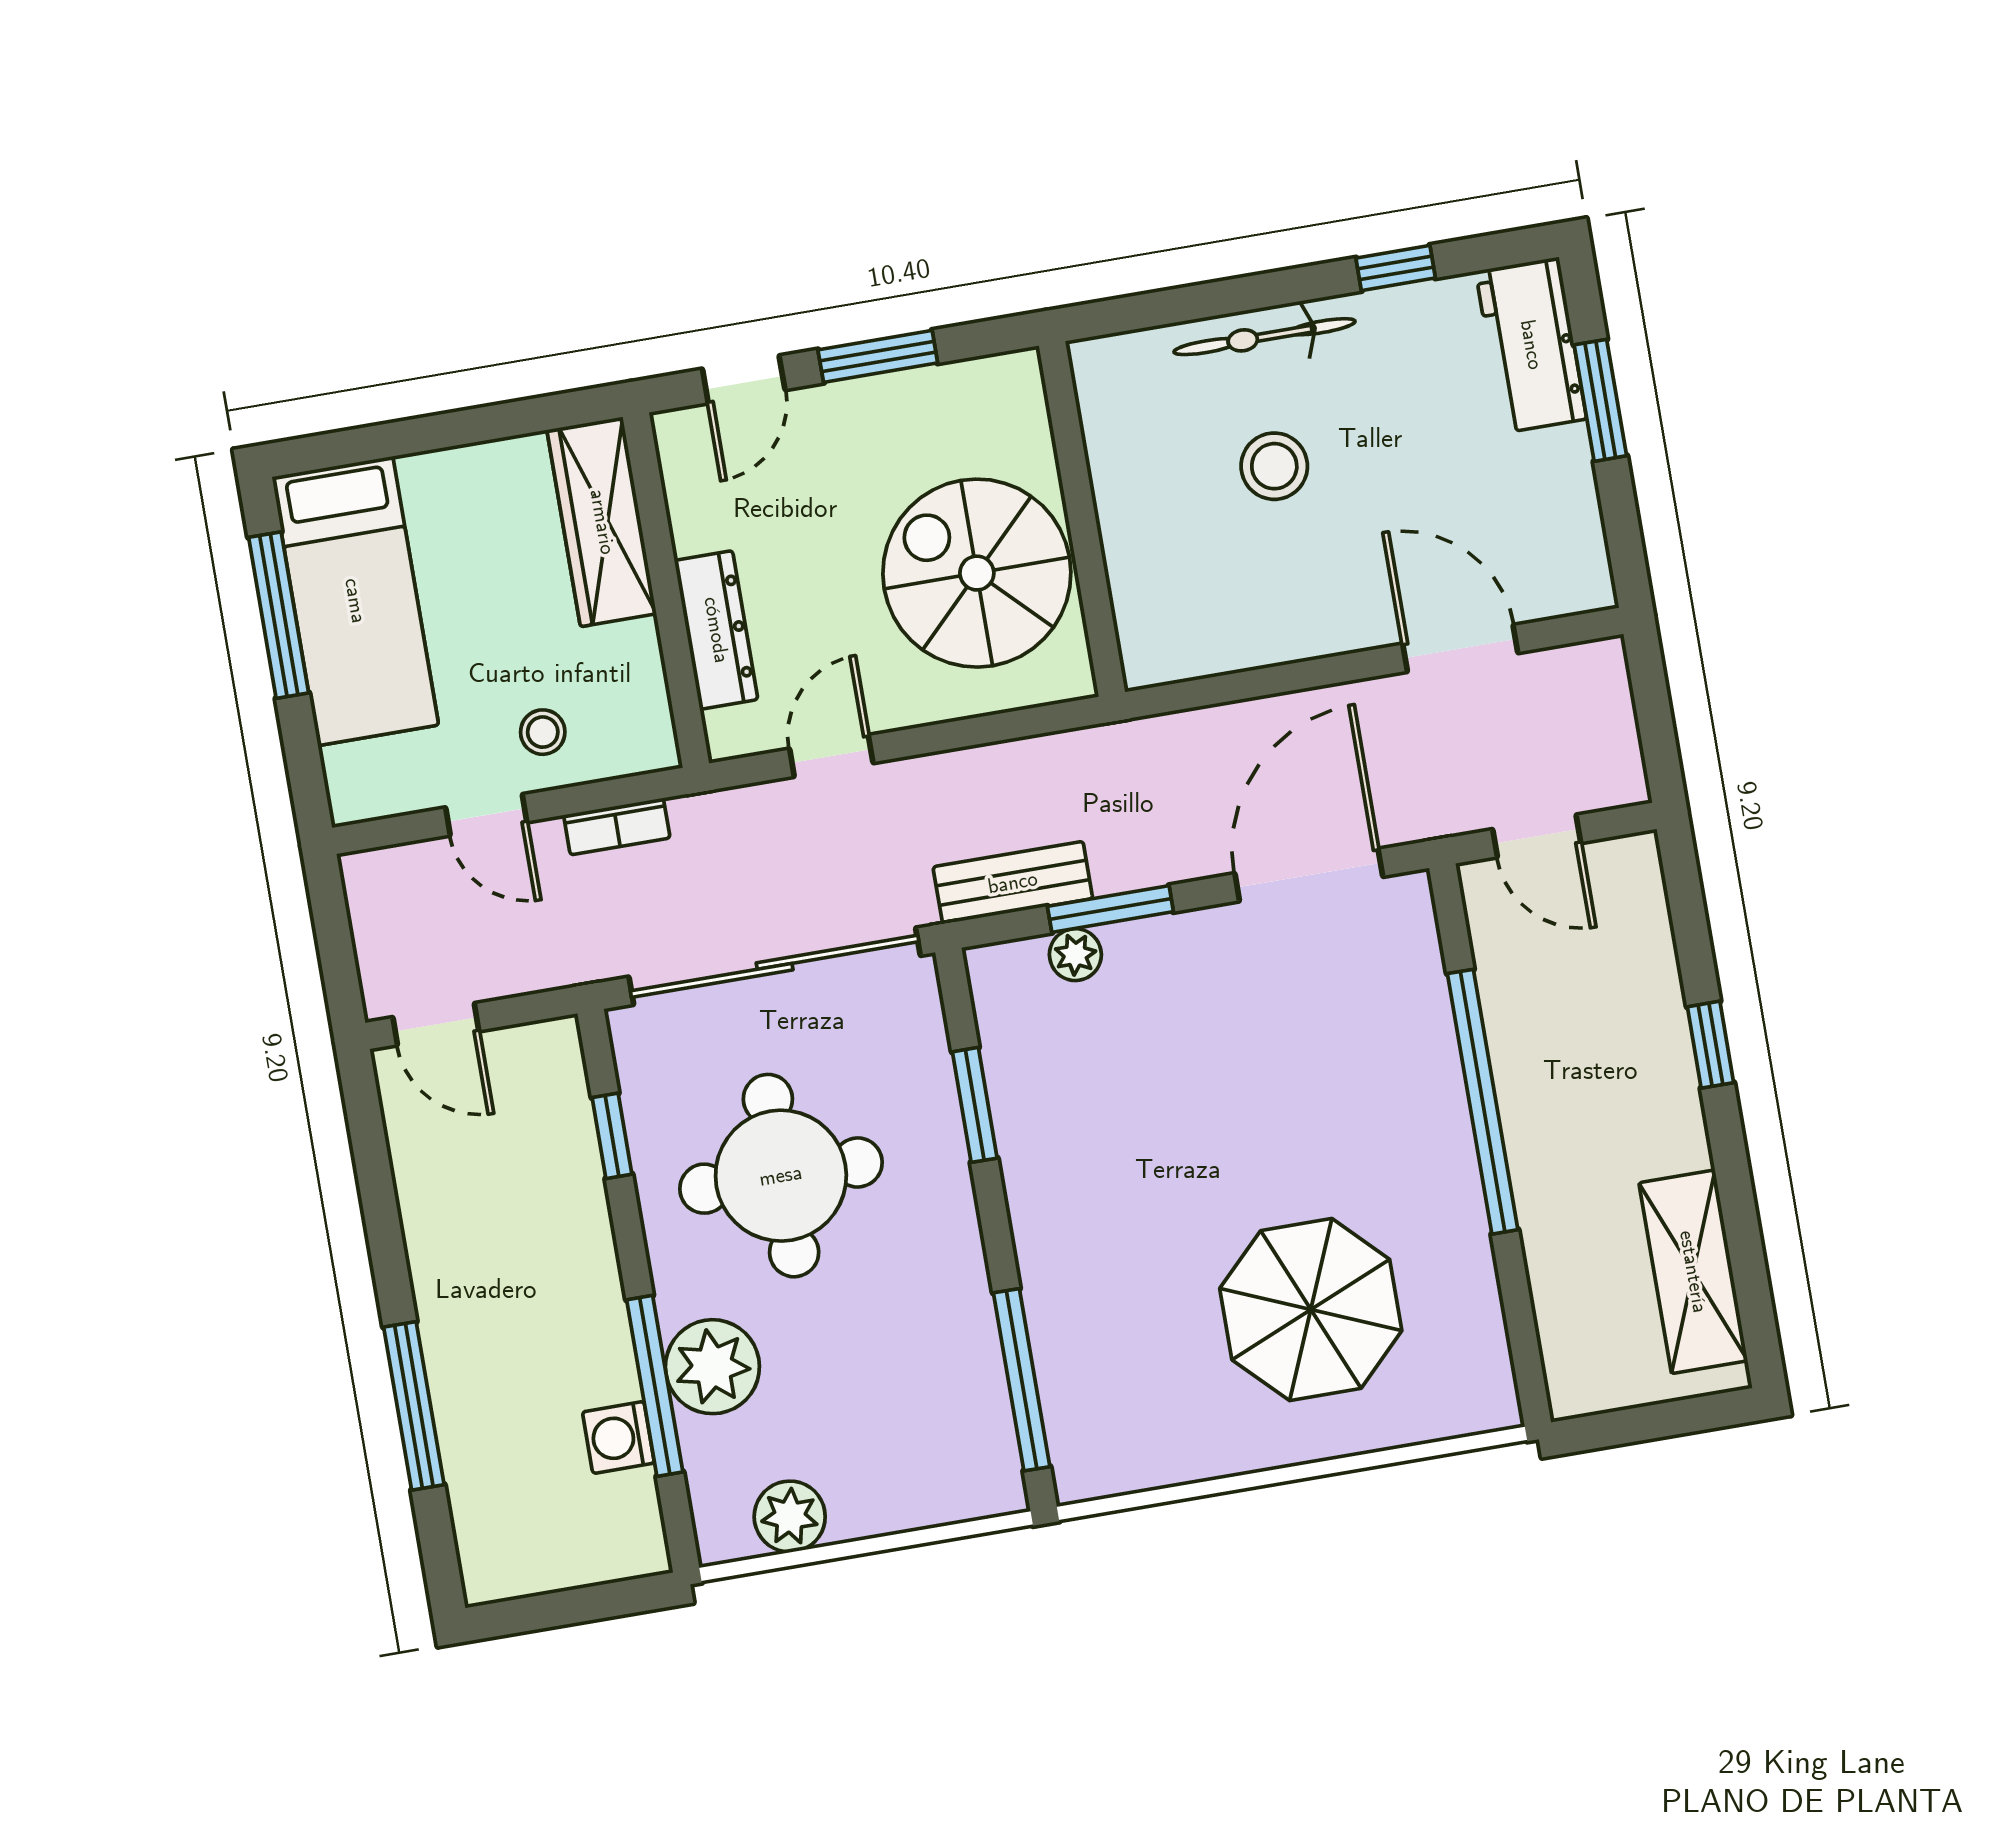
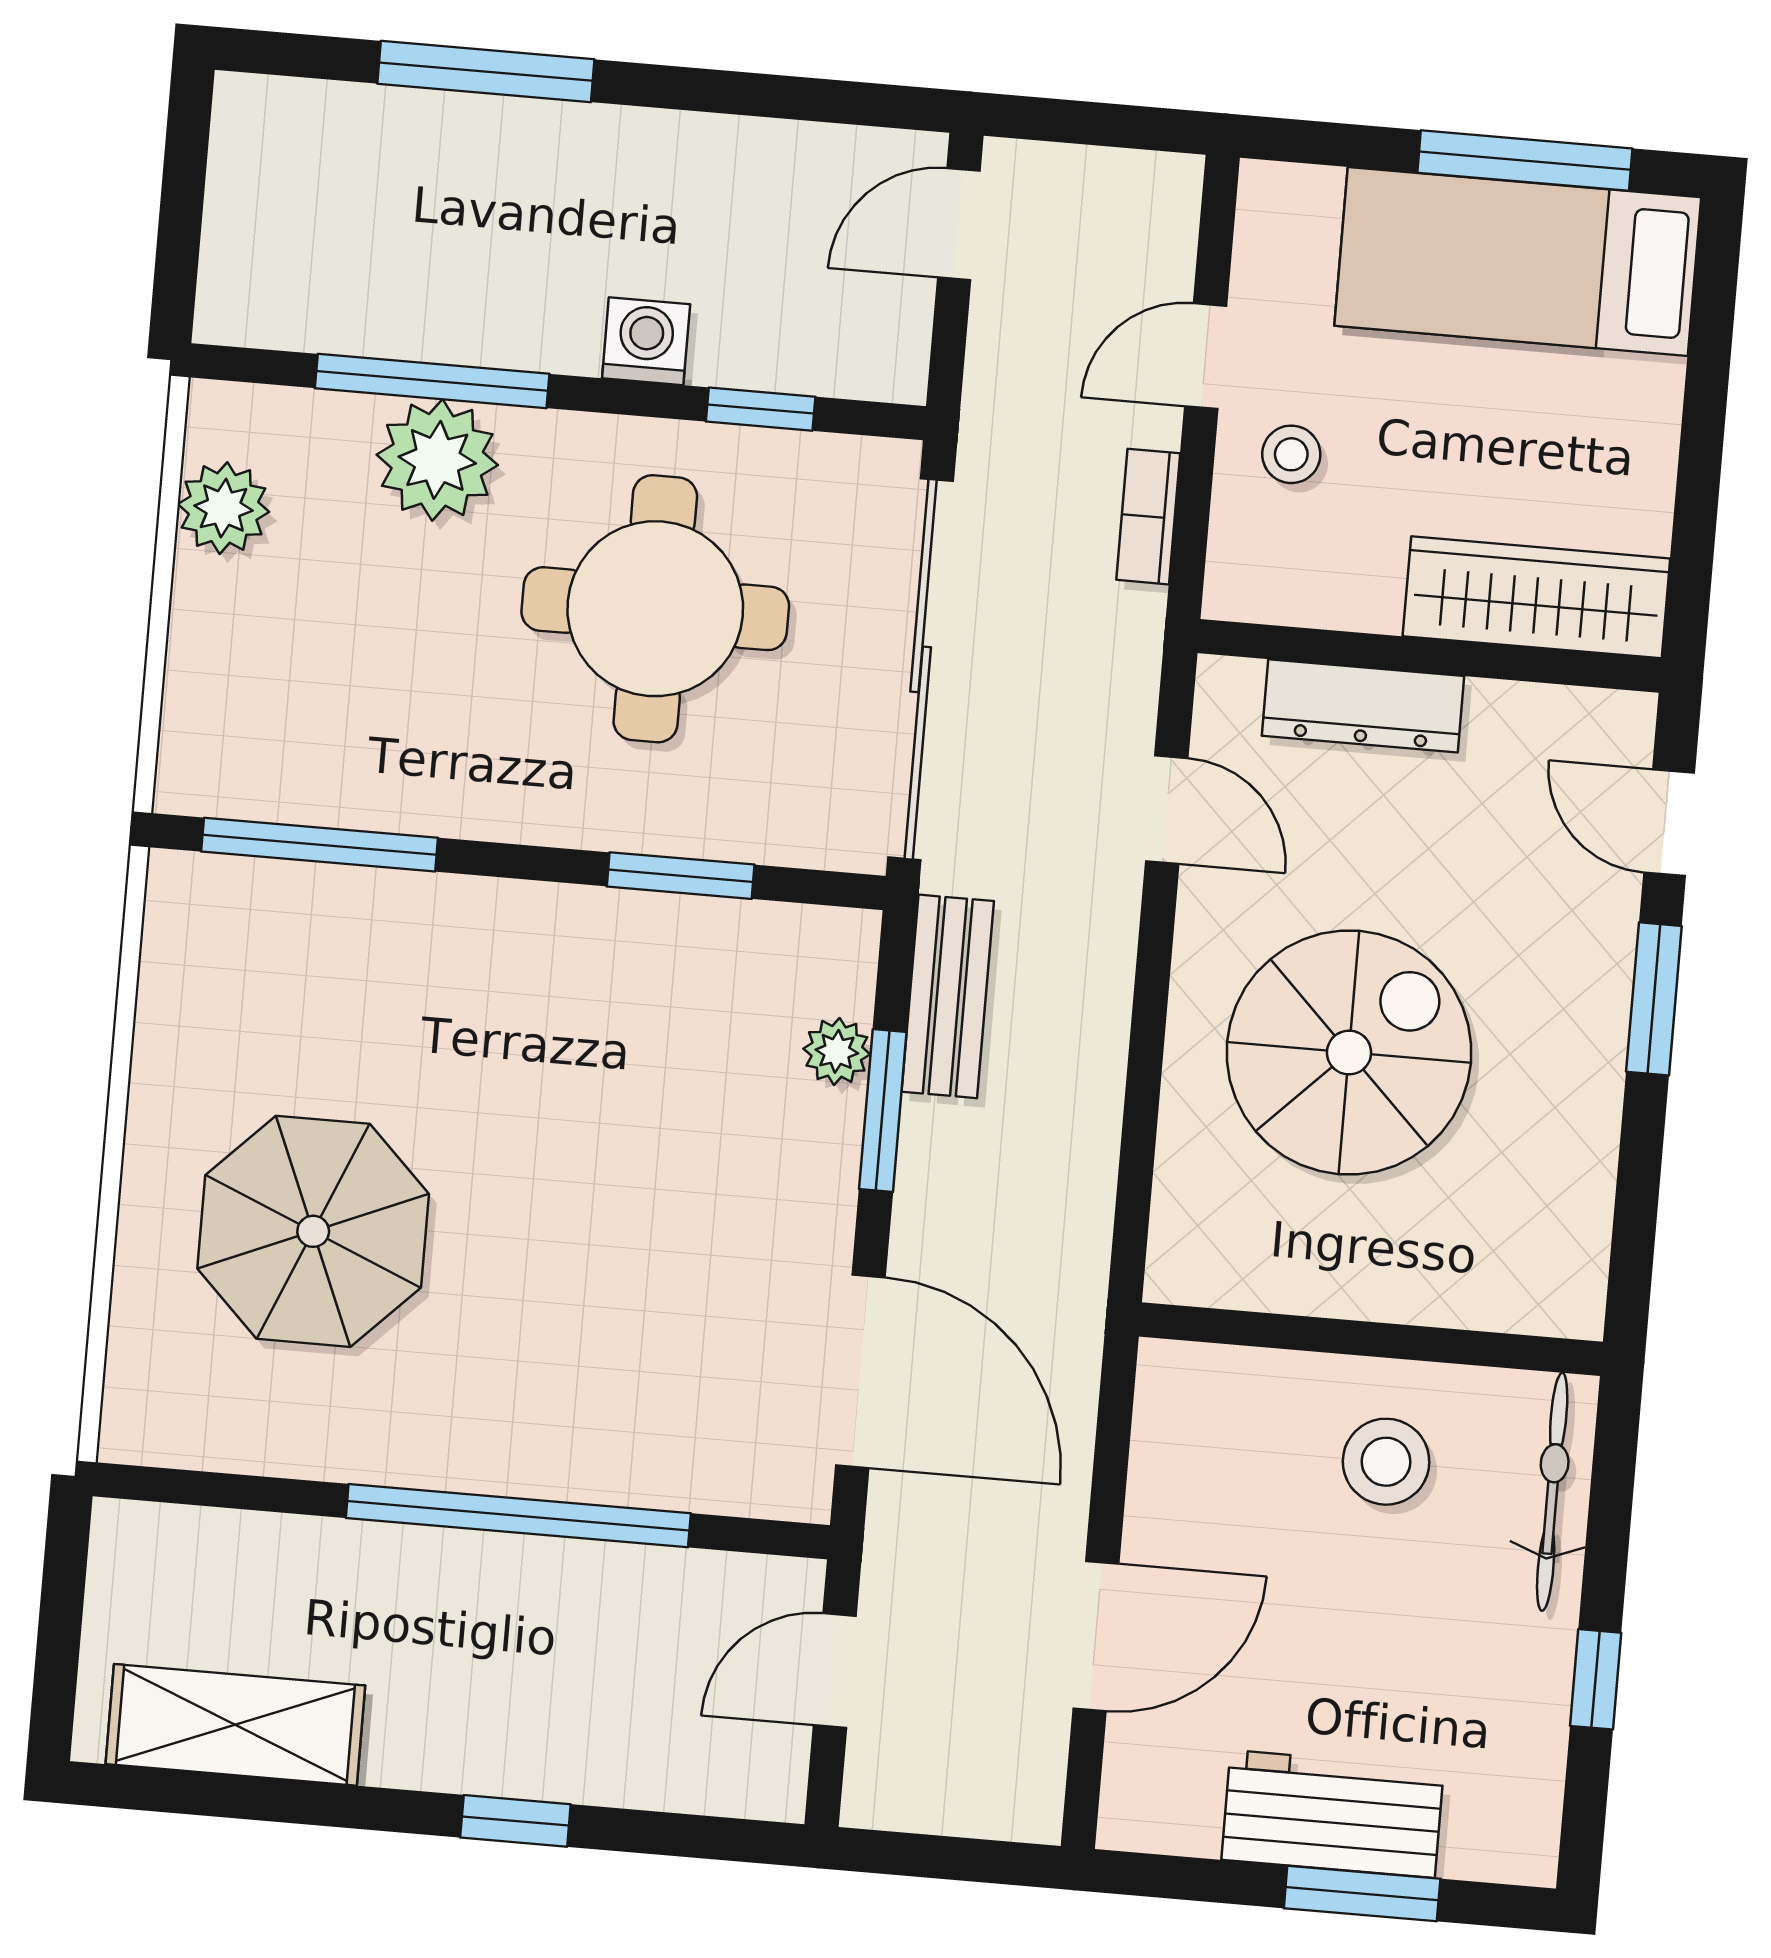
workbench: (1531, 345) -> (1333, 1814), moved
wall: (1082, 519) -> (1371, 1339), moved
washing machine: (618, 1437) -> (646, 341), moved

